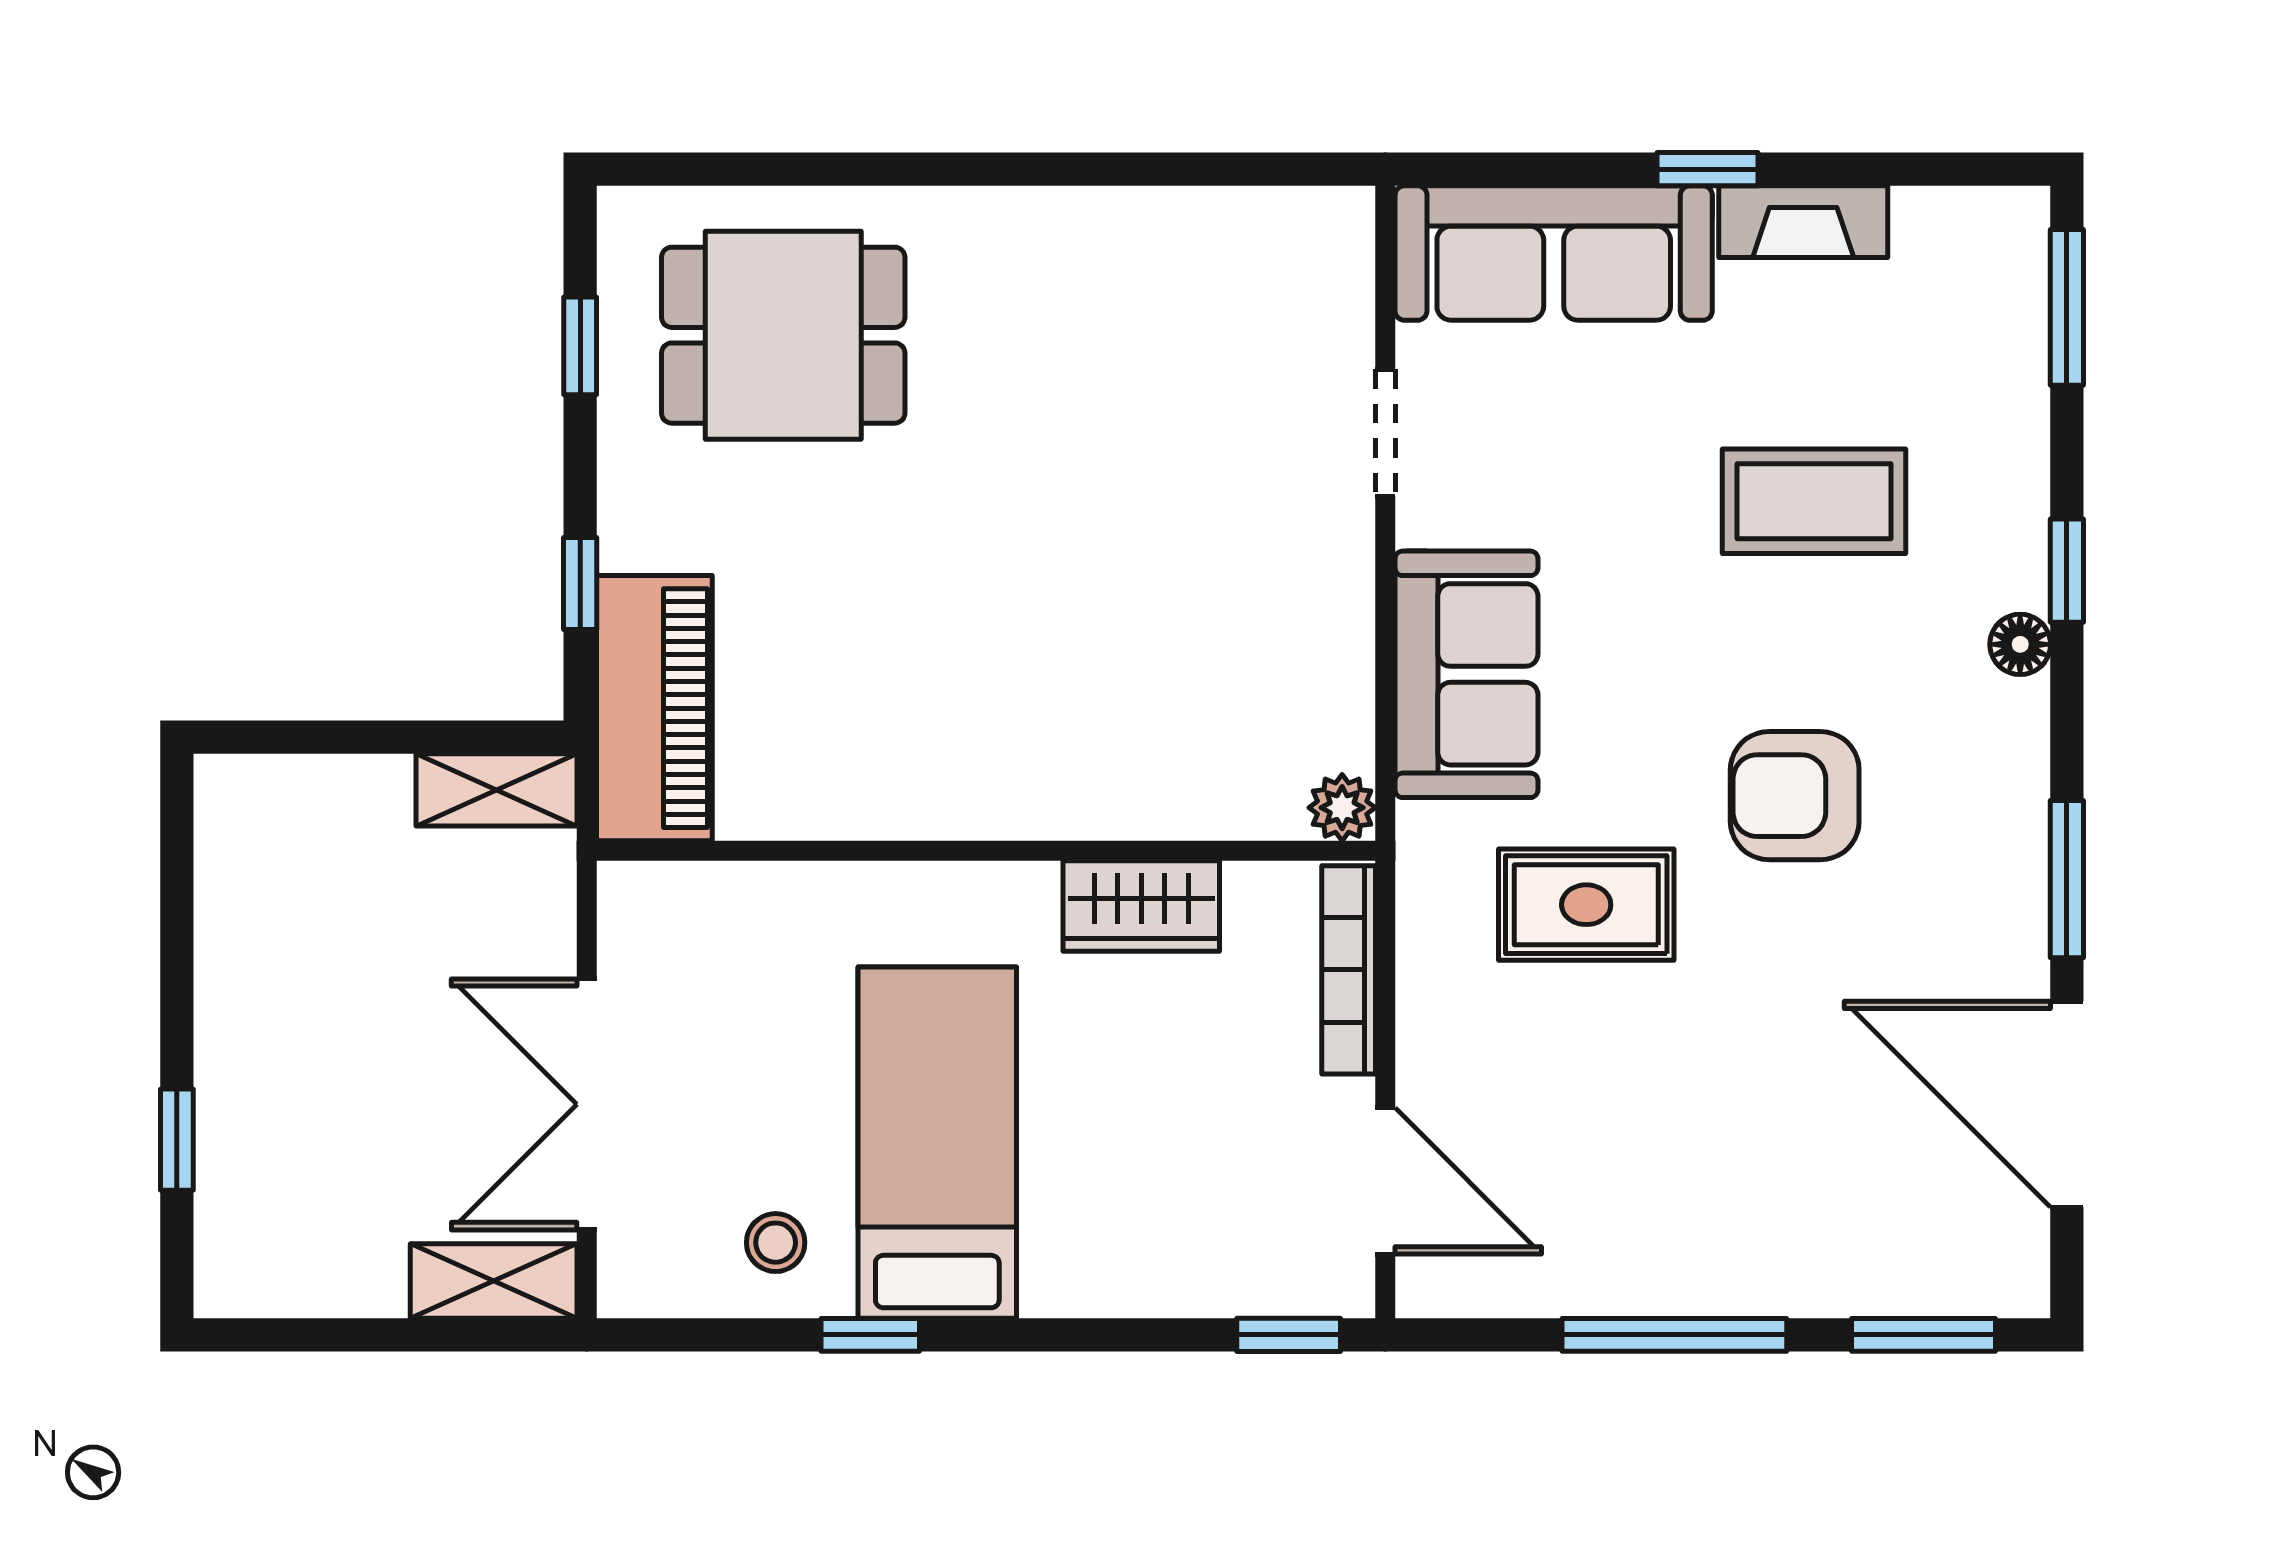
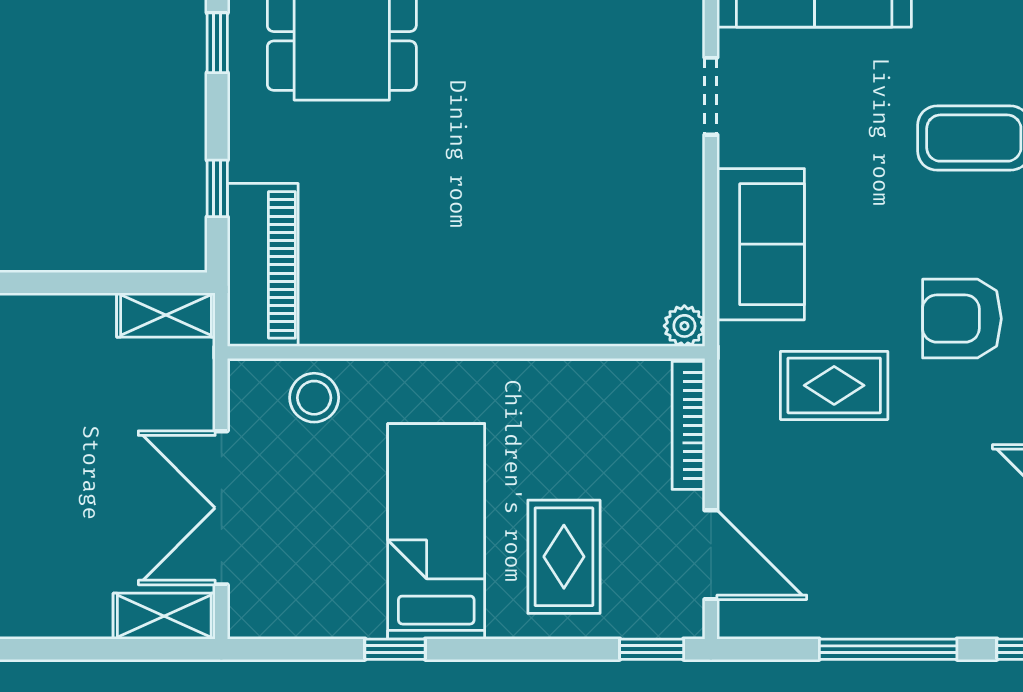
wardrobe: (1141, 906) -> (561, 386), removed
rug: (1146, 1184) -> (564, 557), added
stool: (776, 1243) -> (314, 398), moved, width x1.37, depth x1.37

